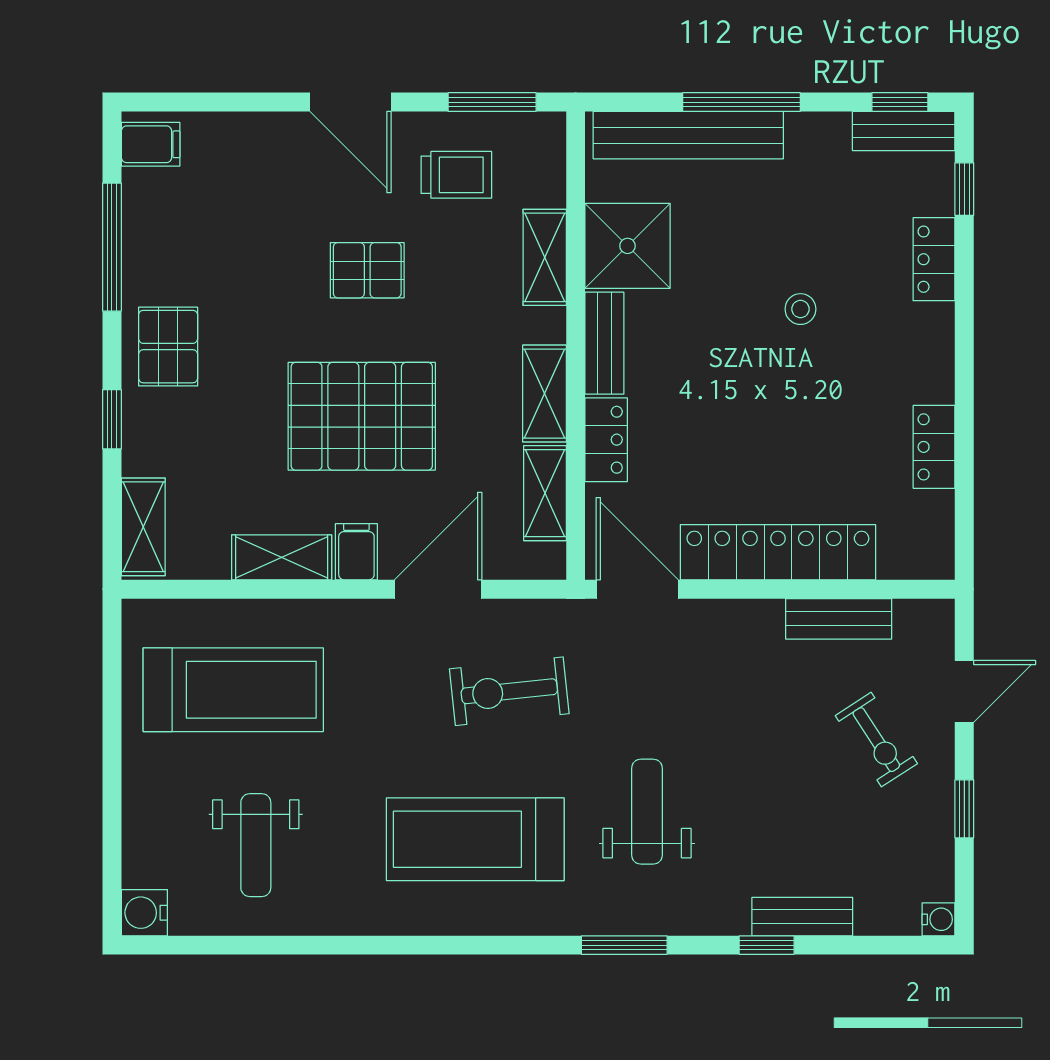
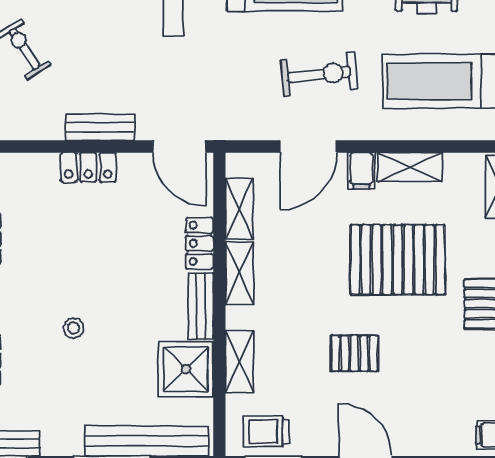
trolley: (456, 175) -> (266, 432), moved
pallet: (362, 416) -> (398, 260), moved
locker: (778, 552) -> (88, 167), width x0.46, depth x0.83
bench: (839, 619) -> (100, 127), moved
exercise bike: (509, 691) -> (319, 74), moved

